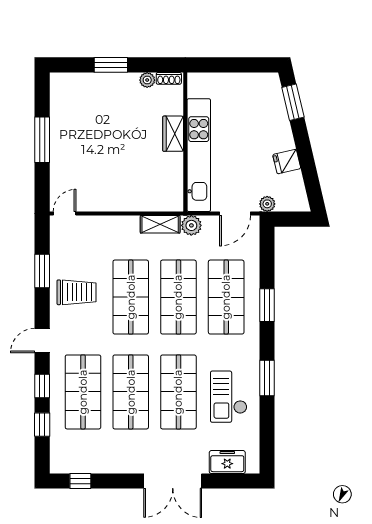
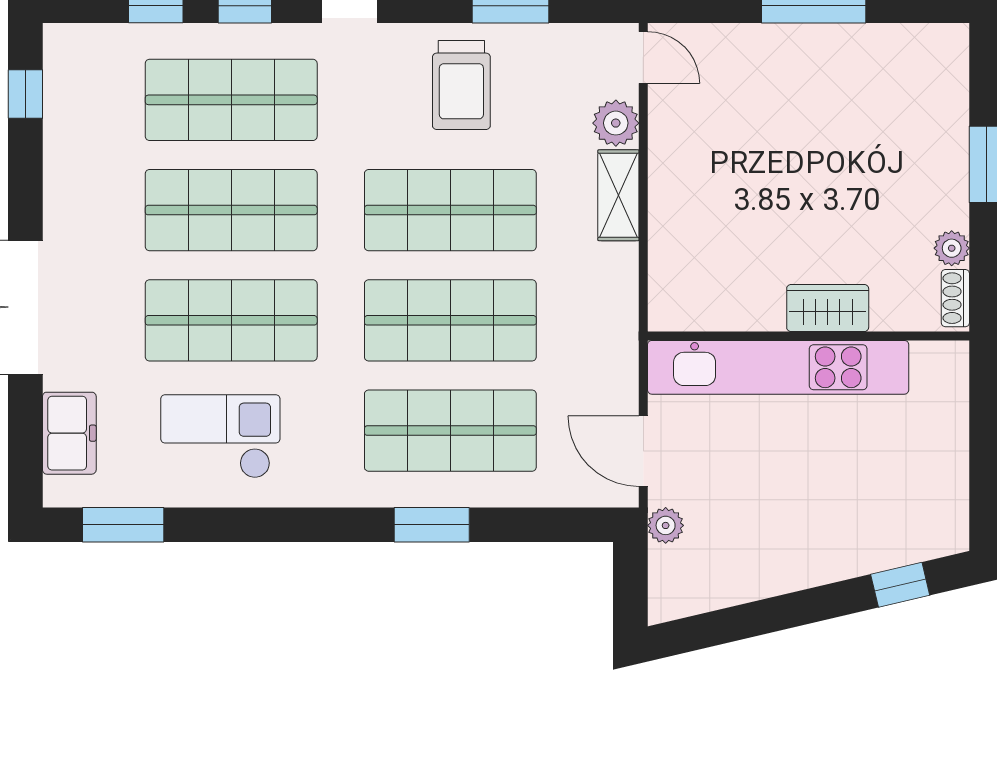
window: (293, 102) -> (900, 585), width x0.67
fridge: (287, 162) -> (763, 571), removed
shelving: (160, 224) -> (618, 195), moved
plant: (191, 225) -> (616, 123), moved
window: (267, 378) -> (123, 525), moved

